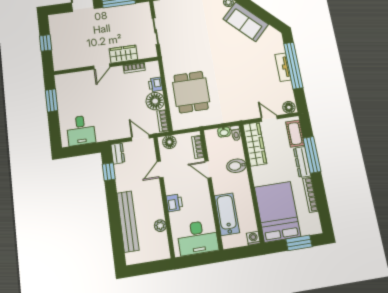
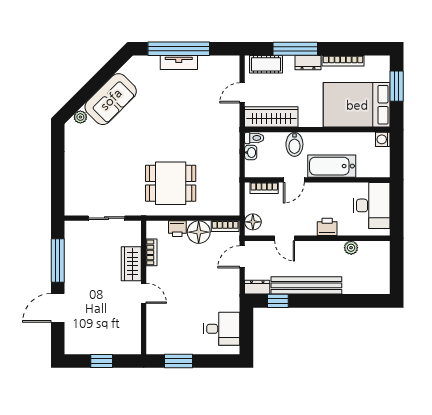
dining table: (191, 92) -> (171, 183), moved
floor lamp: (289, 107) -> (232, 65), removed
dresser: (302, 162) -> (308, 63), width x0.70
bathtub: (227, 214) -> (332, 166), moved
bench: (128, 221) -> (306, 285), moved

